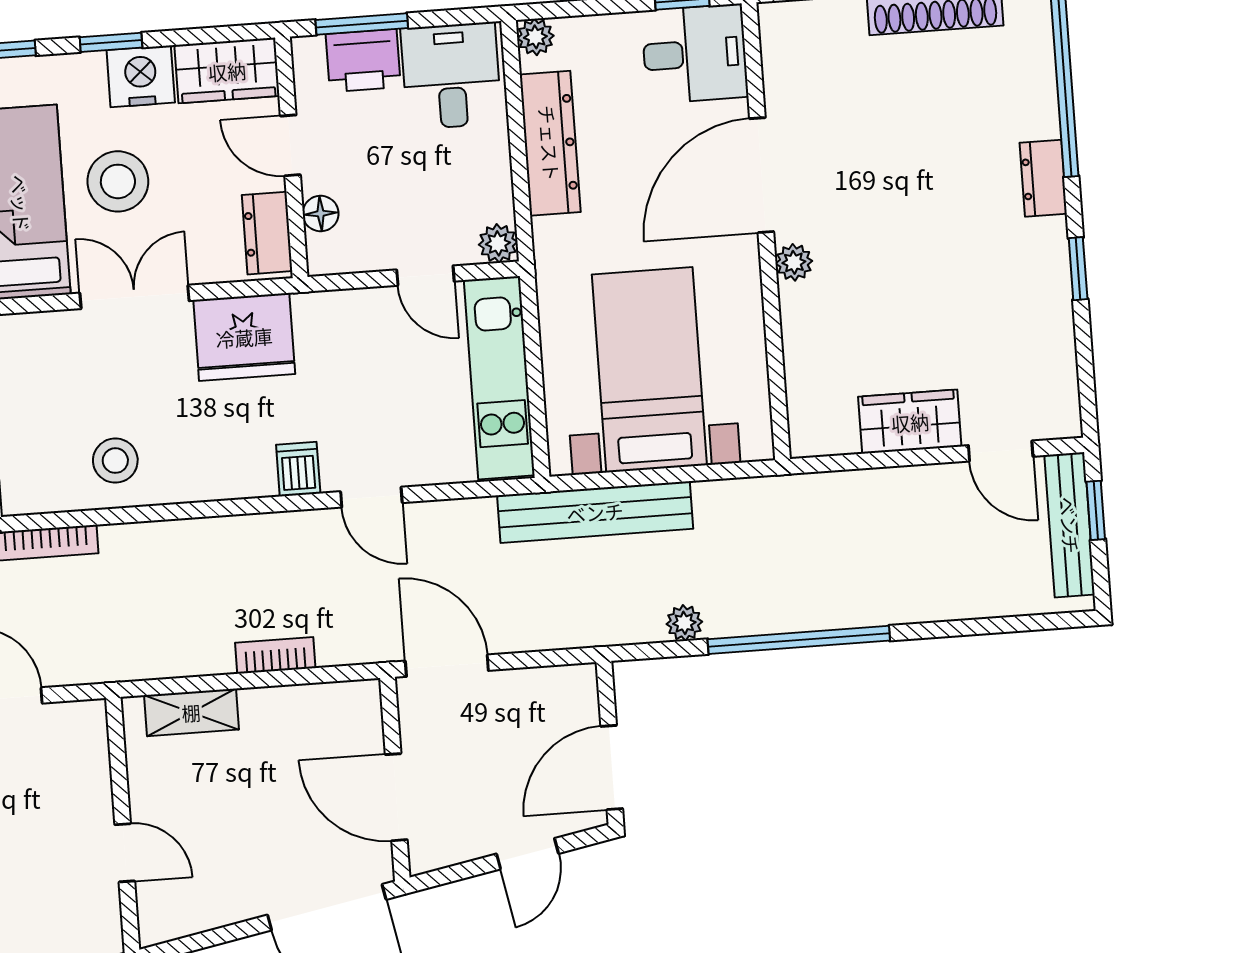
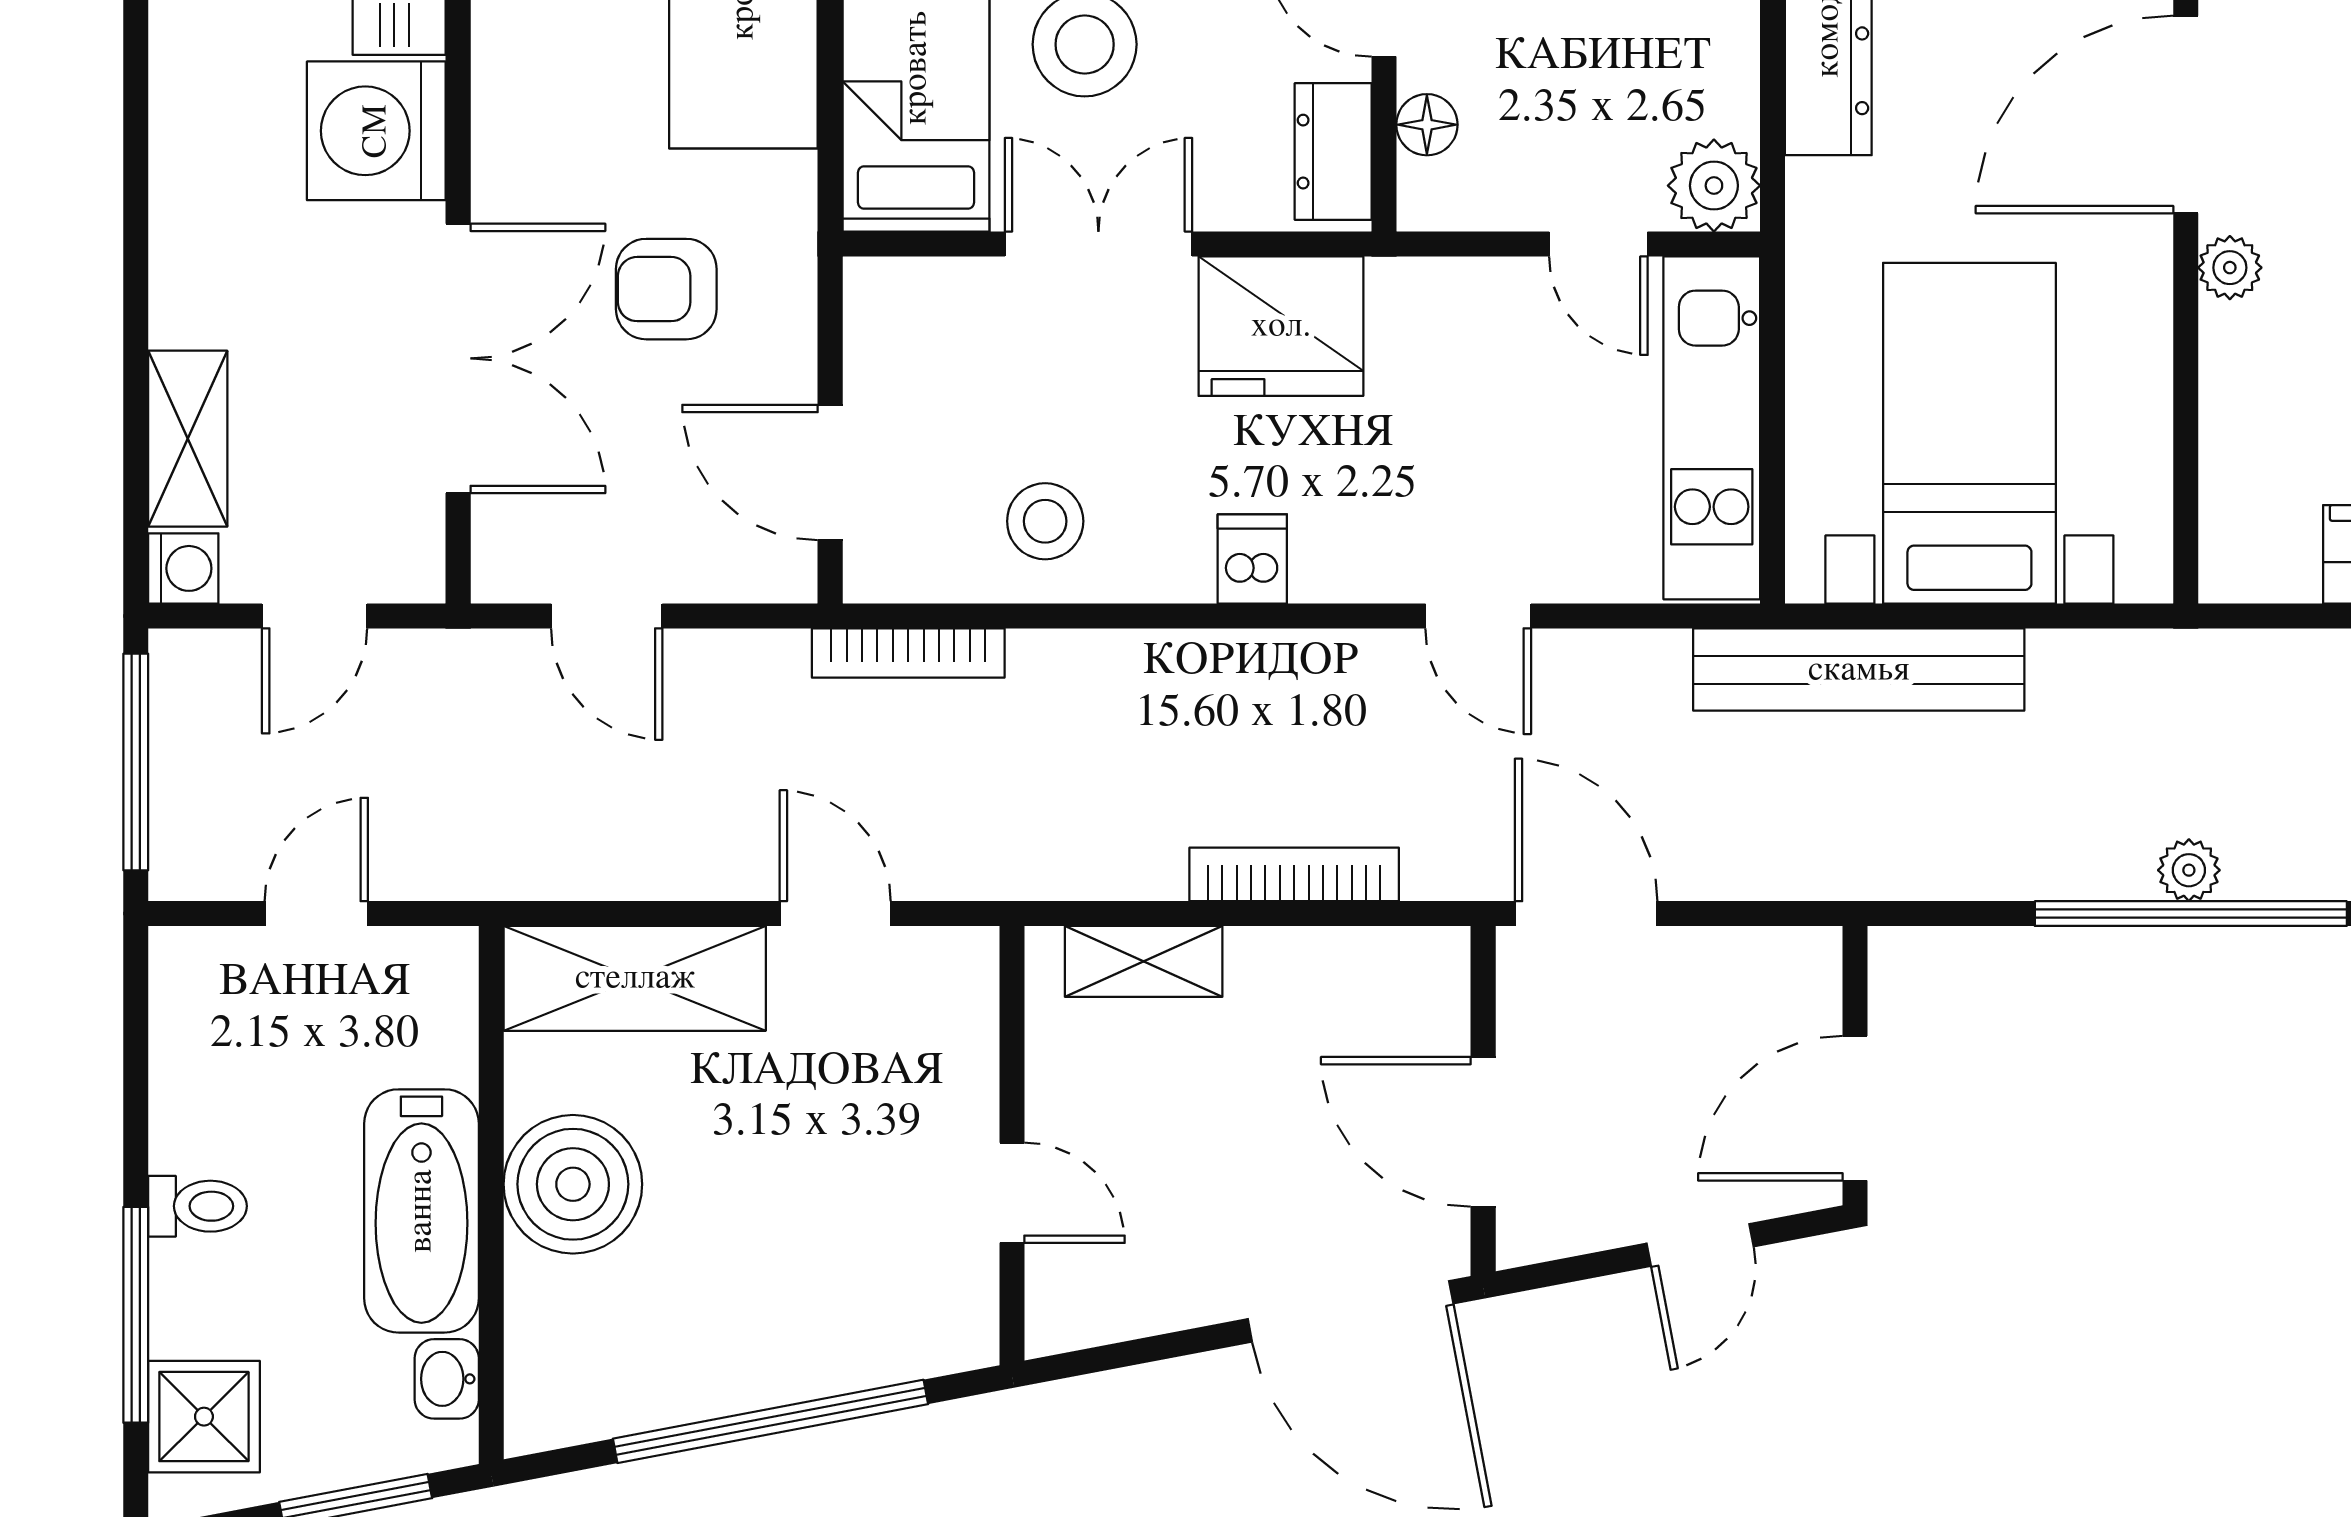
plant: (498, 243) -> (1714, 186), width x1.38, depth x1.38
dishwasher: (298, 469) -> (1252, 559), moved
plant: (684, 623) -> (2189, 870), moved
bookcase: (275, 655) -> (1294, 874), width x1.56

